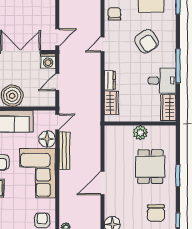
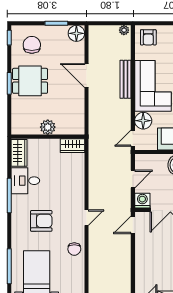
armchair: (147, 41) -> (41, 221), turned 123
dresser: (110, 80) -> (79, 181), removed
wardrobe: (111, 103) -> (72, 146), moved, turned -90
bench: (64, 151) -> (126, 79), moved
dining table: (150, 167) -> (30, 81), moved, turned 90
door: (102, 183) -> (87, 76), swing flipped

